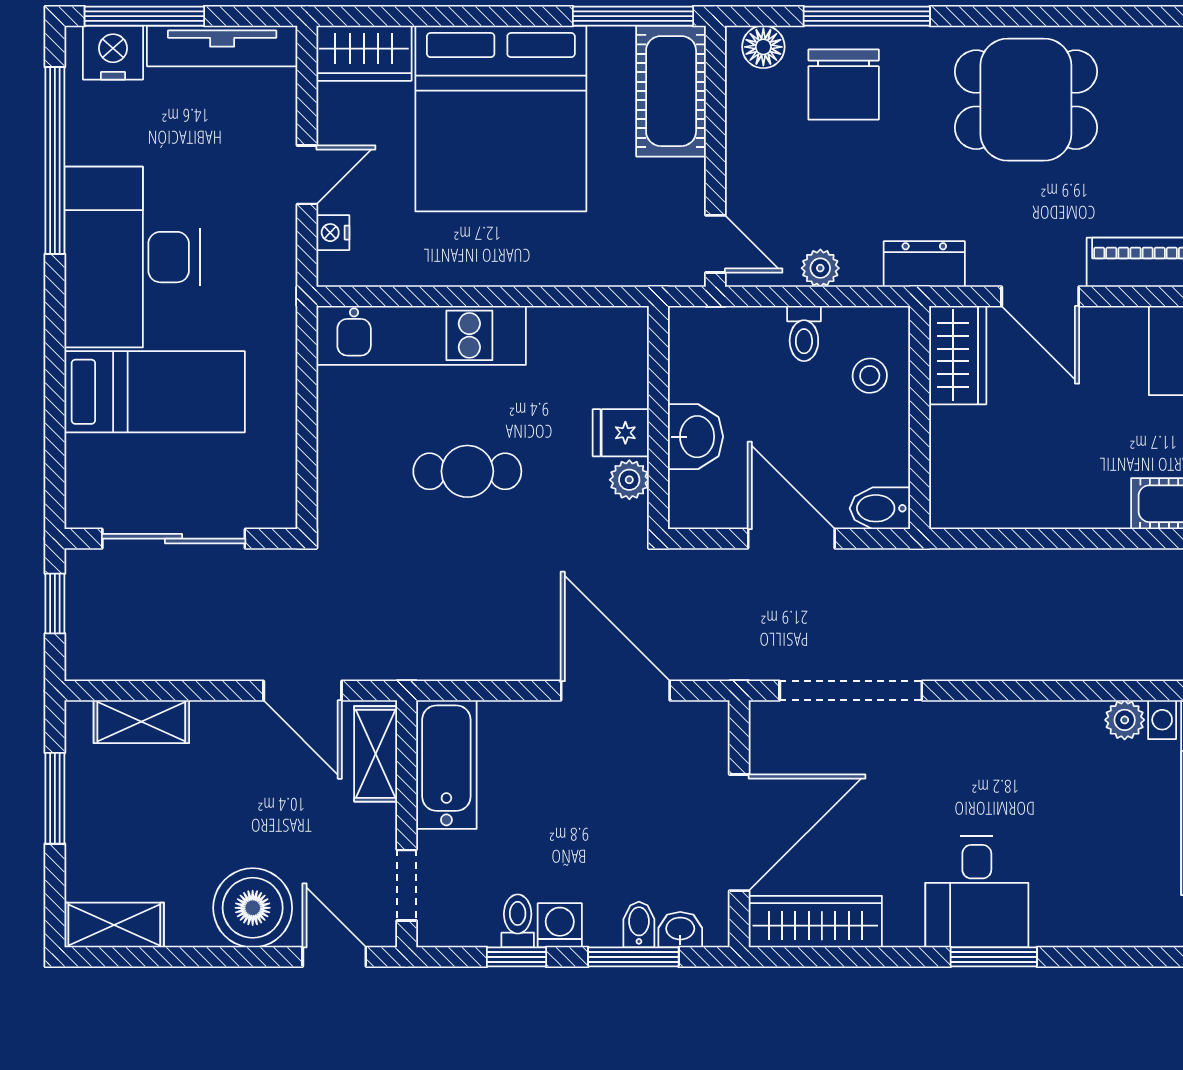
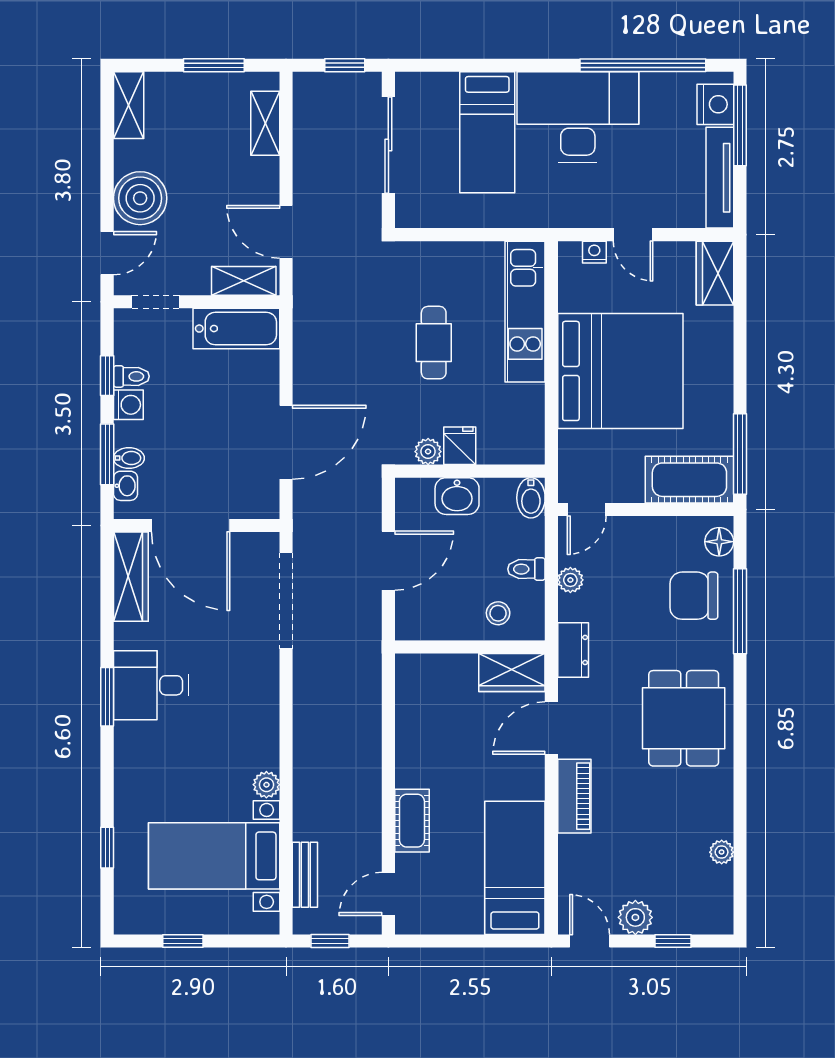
bed: (501, 118) -> (620, 371), moved, turned 180
bidet: (880, 508) -> (531, 498), moved, turned 180
door: (303, 691) -> (286, 232), hinge flipped

